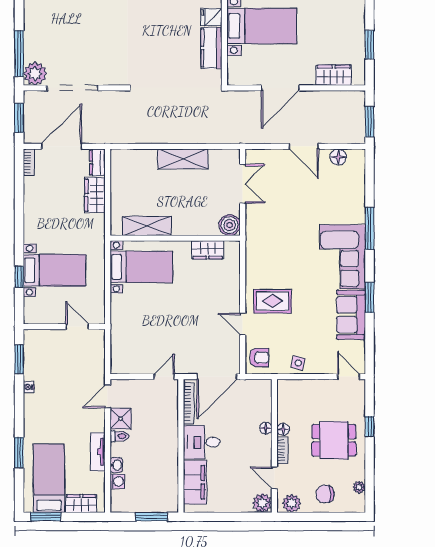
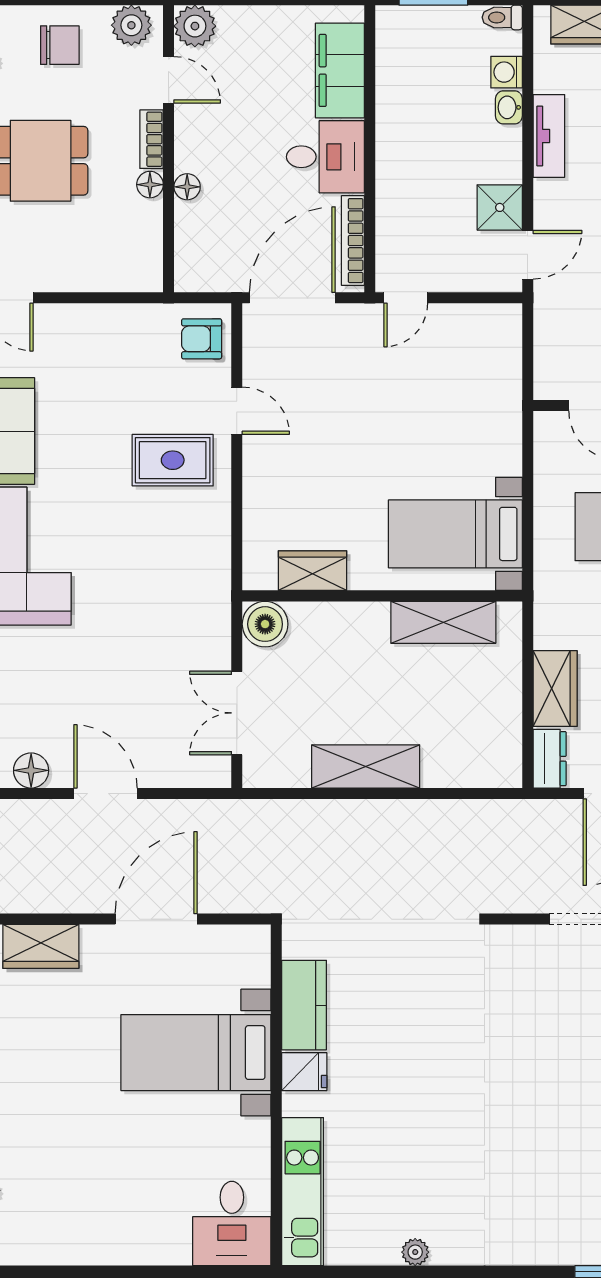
side table: (298, 363) -> (118, 327), removed
toilet: (119, 436) -> (502, 17), moved

